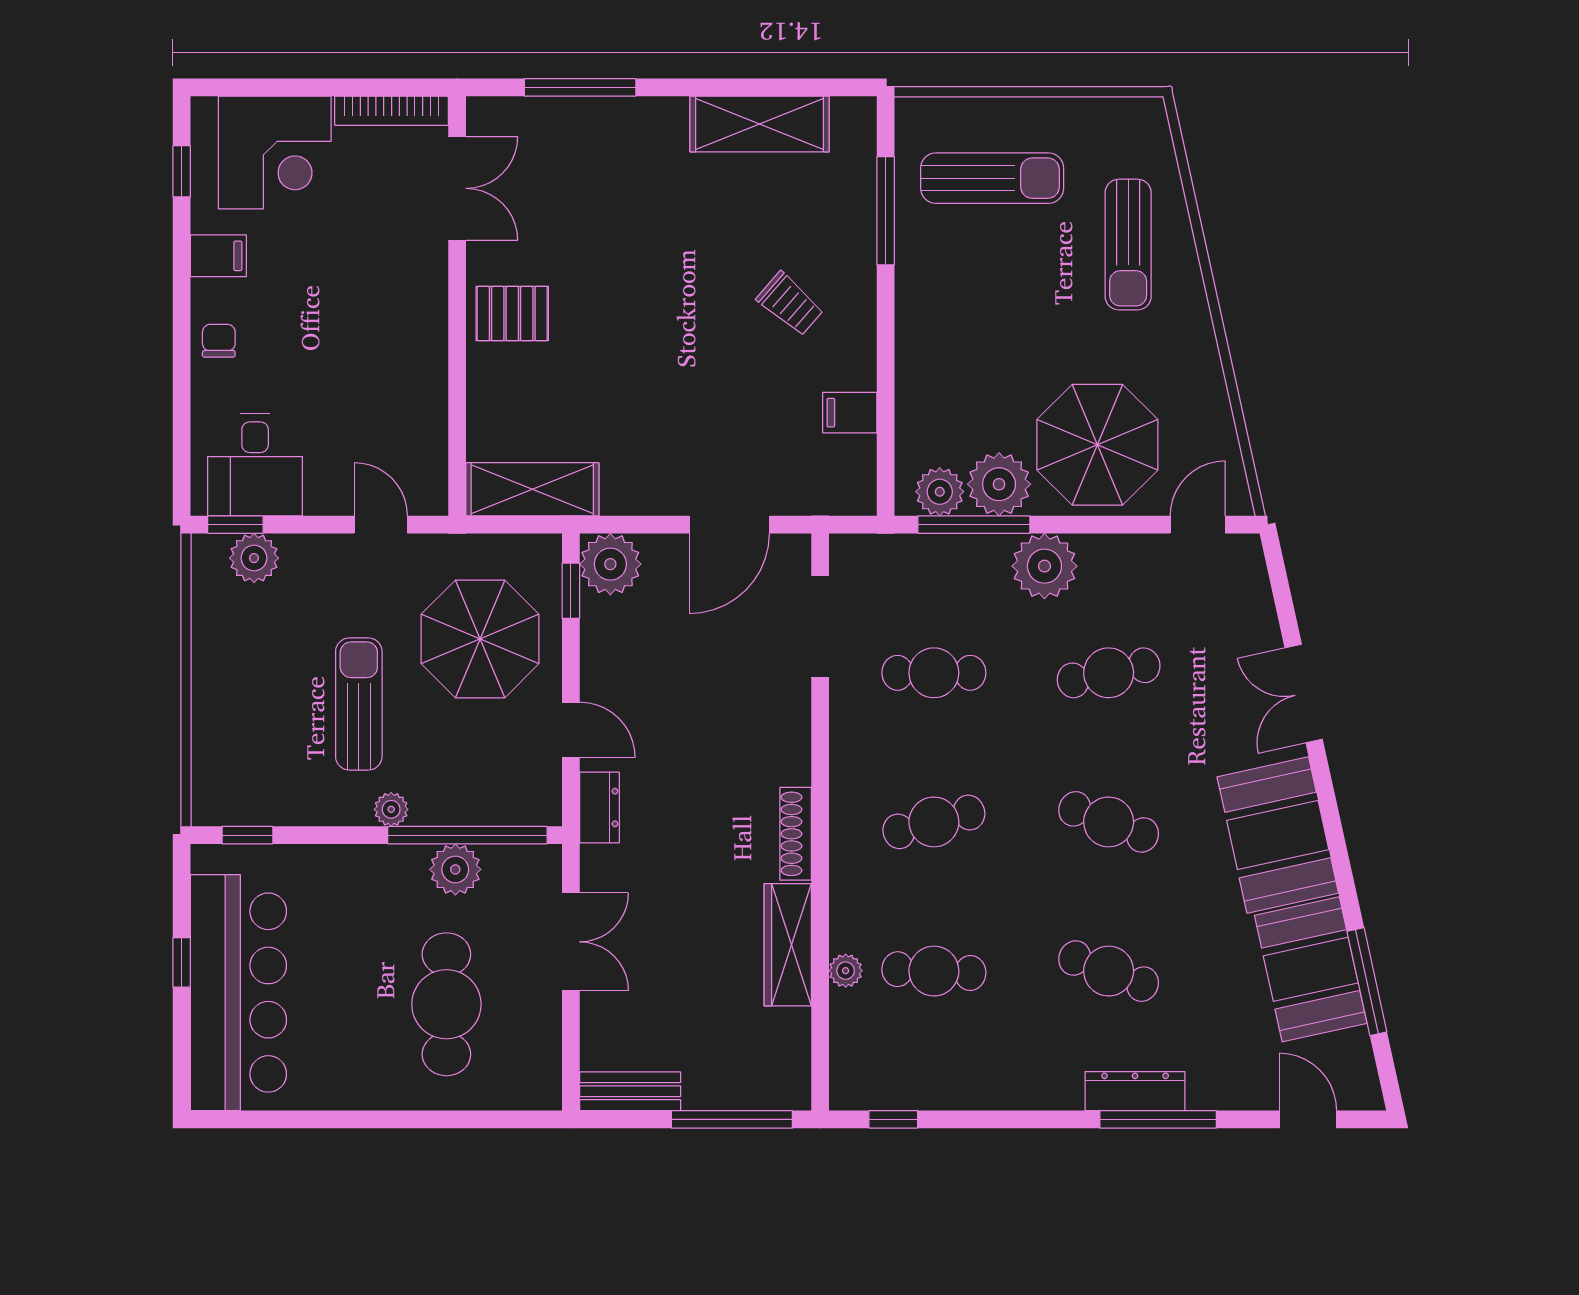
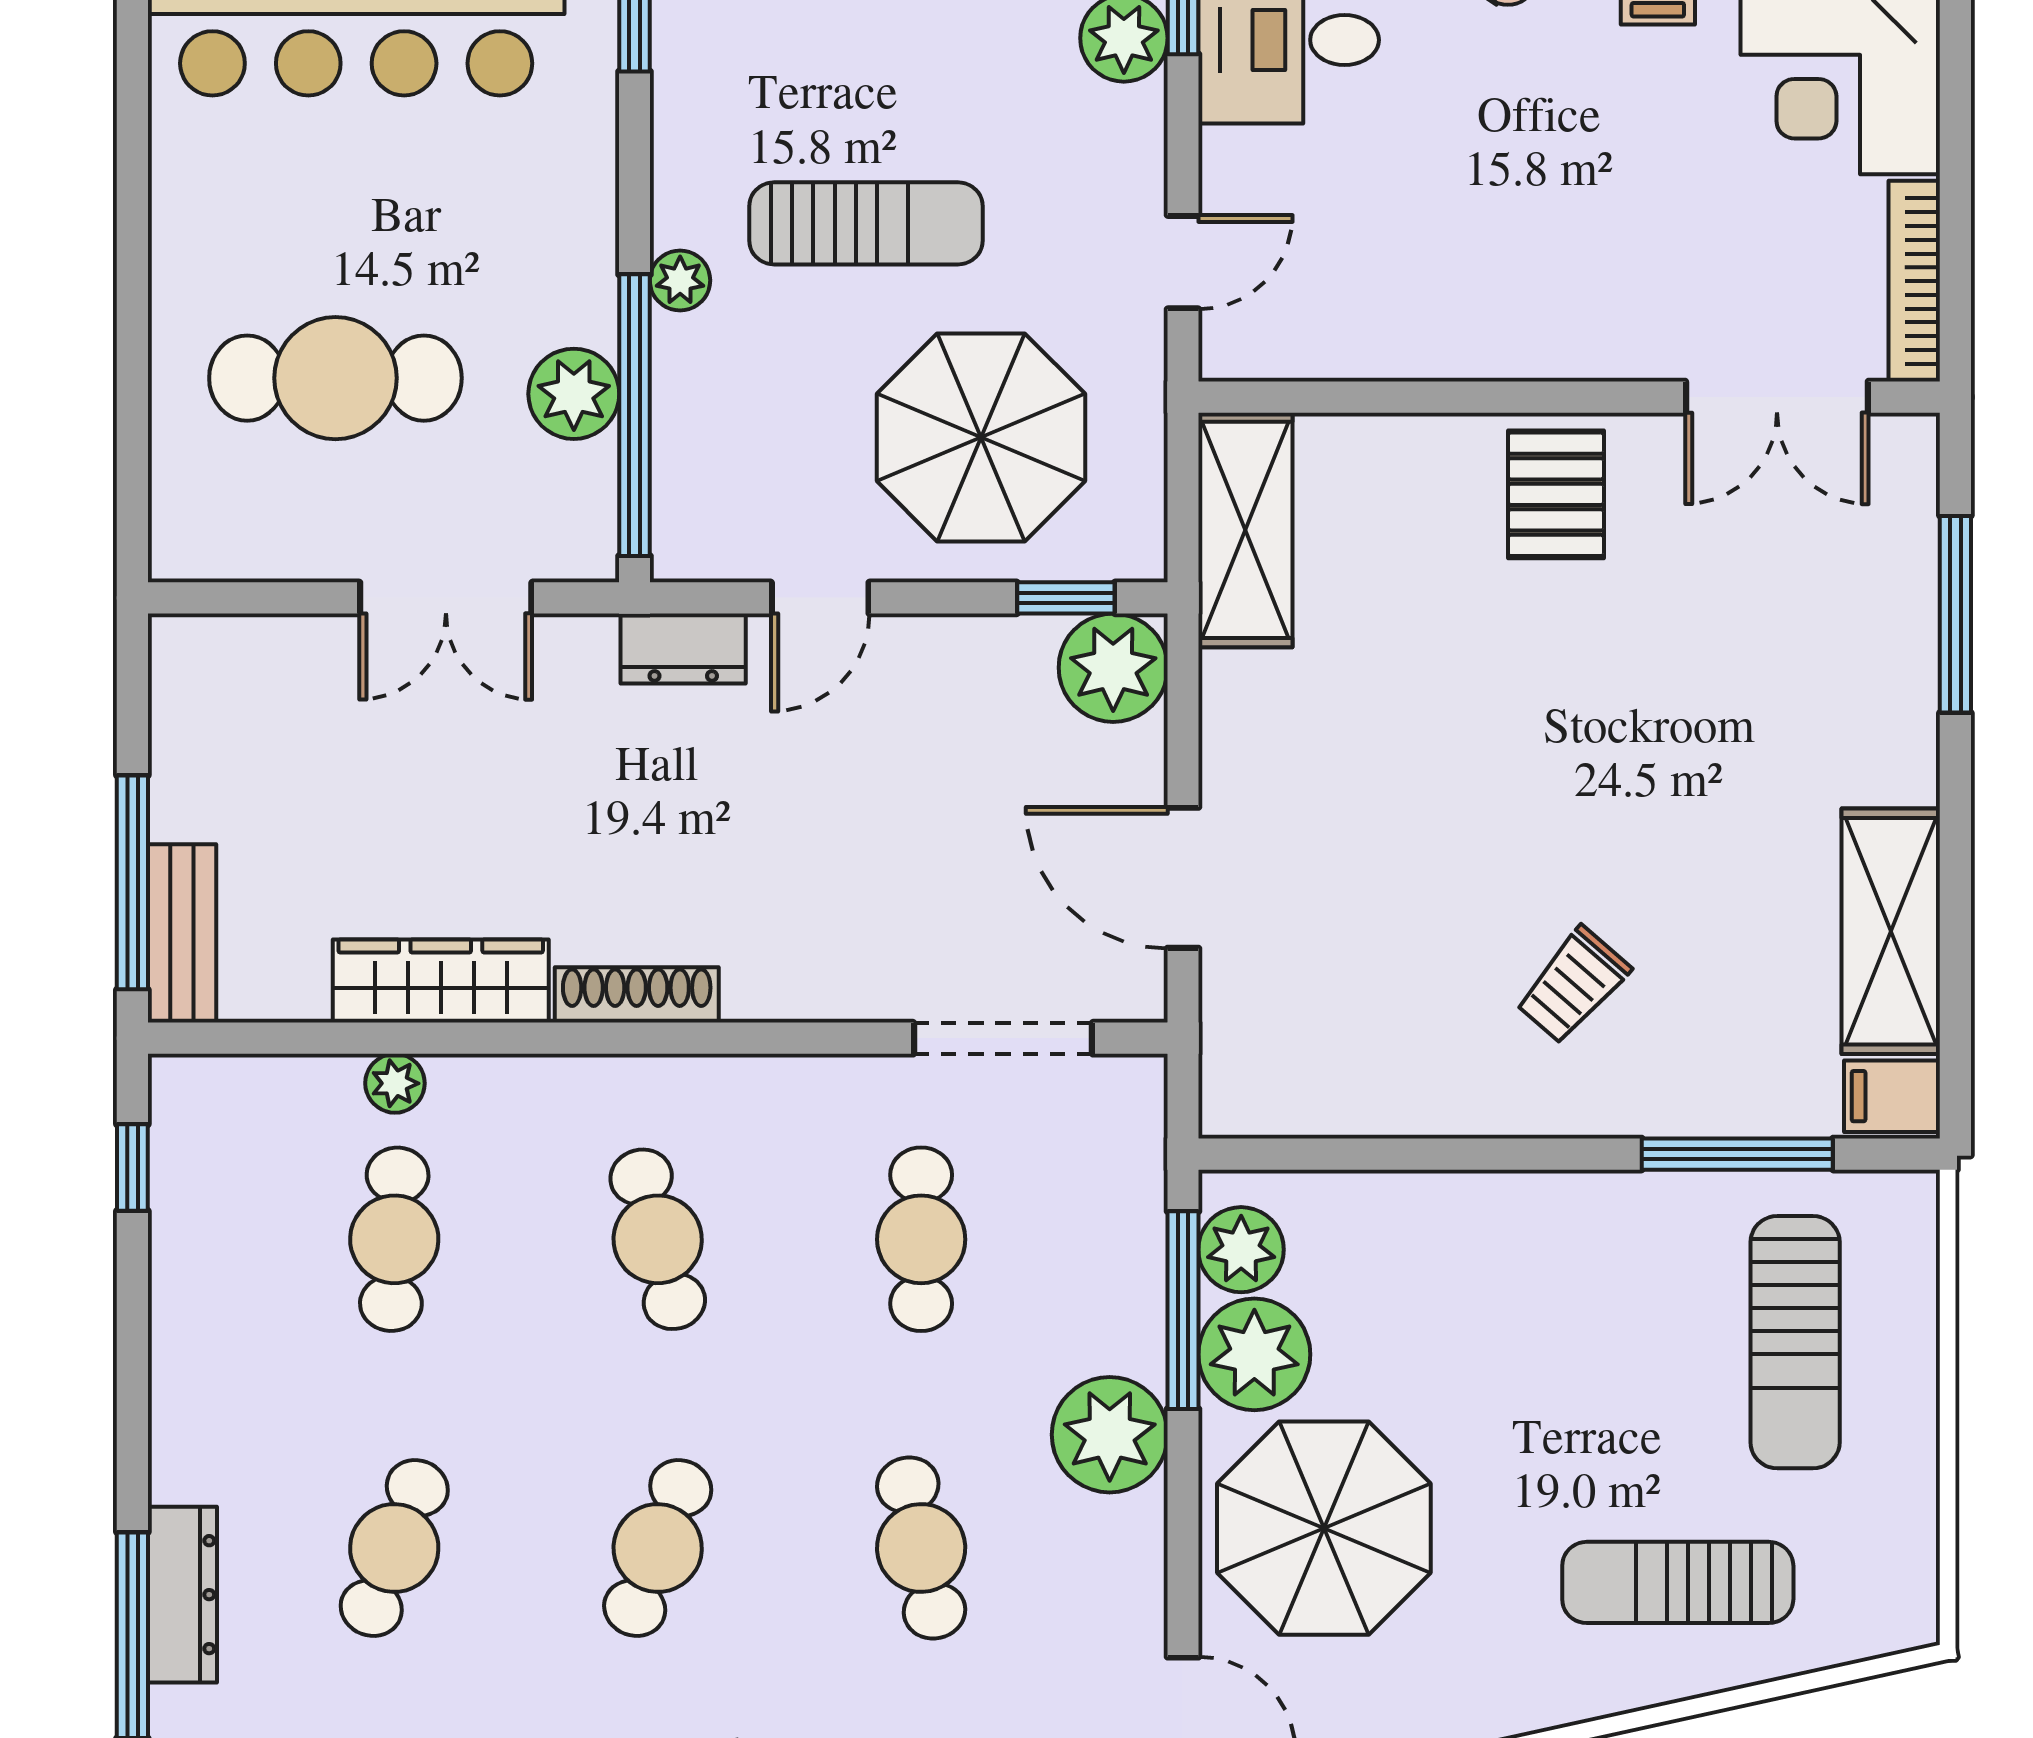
filing cabinet: (850, 413) -> (1892, 1096), moved, turned -90
bench: (630, 1091) -> (182, 933), moved

